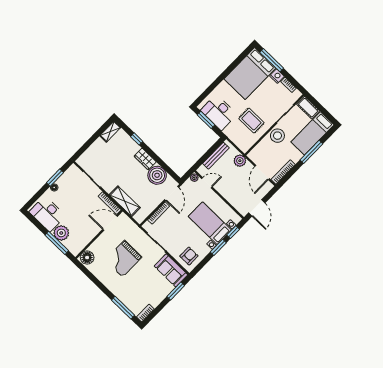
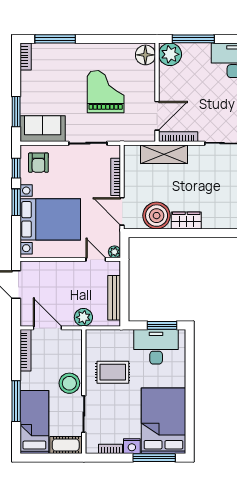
window: (137, 139) -> (216, 233), removed
door: (207, 183) -> (96, 259), swing flipped
bed with nightstands: (210, 223) -> (50, 219), width x1.36
window: (233, 232) -> (16, 168), moved
plant: (61, 233) -> (170, 54), moved

